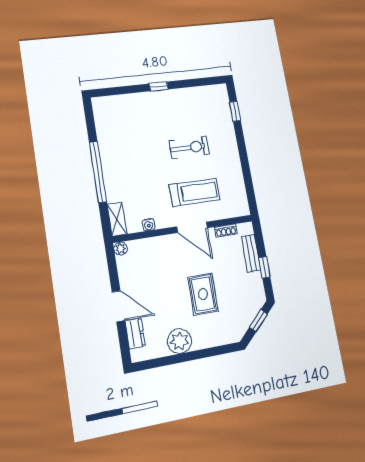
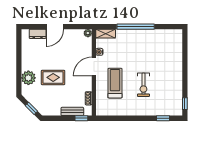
window: (159, 86) -> (185, 104), moved
treadmill: (195, 192) -> (115, 83), turned 180
door: (192, 227) -> (94, 66), moved
window: (264, 267) -> (81, 118), moved
plant: (179, 341) -> (28, 78), moved

